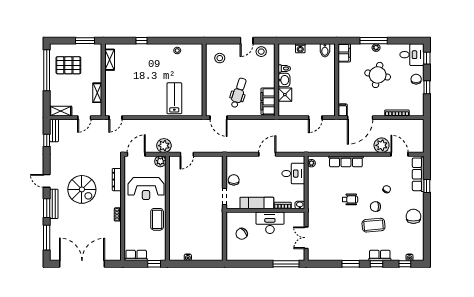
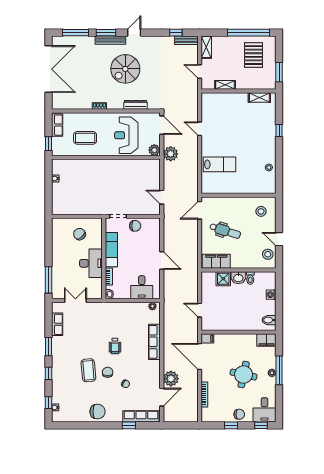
door: (115, 118) -> (200, 129), moved
door: (187, 154) -> (162, 197), moved
coffee table: (157, 219) -> (85, 138), moved
row of seats: (380, 255) -> (57, 324), moved

